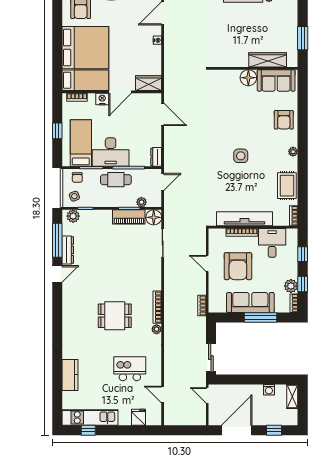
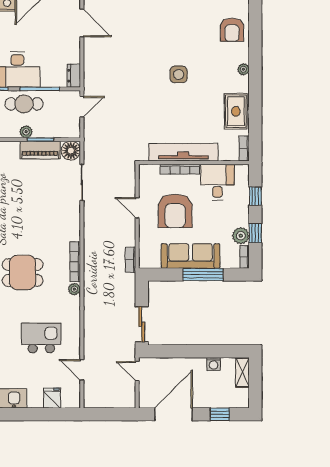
plant: (141, 202) -> (26, 132), moved

